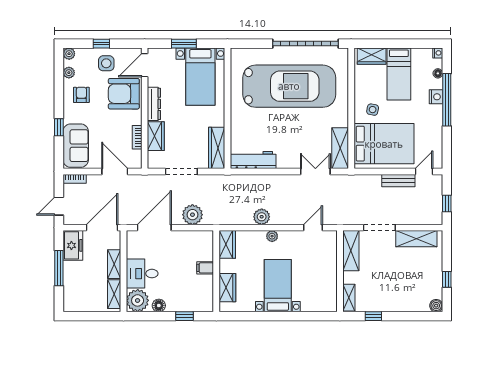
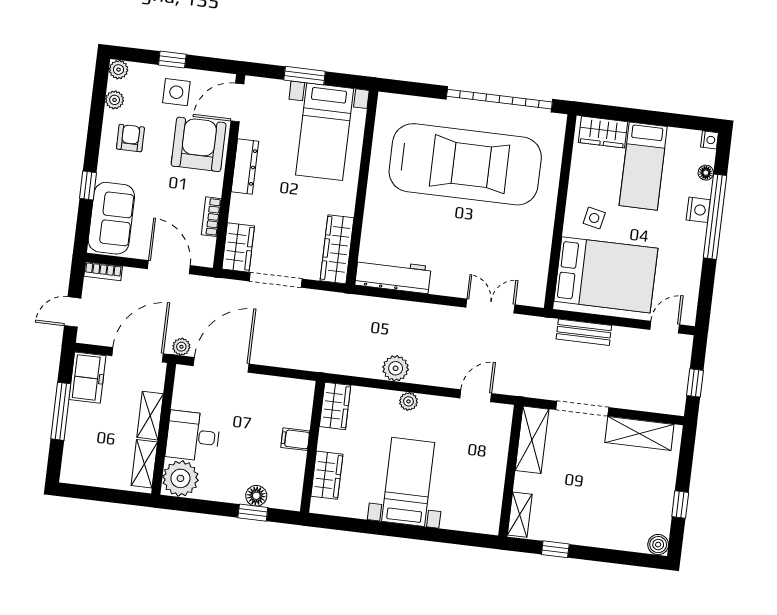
armchair: (124, 94) -> (199, 144), turned 90
wardrobe: (156, 136) -> (238, 247), moved
shelving: (340, 148) -> (535, 274), removed
bench: (398, 181) -> (584, 332), moved
plant: (192, 215) -> (181, 347), moved, width x0.53, depth x0.53
floor lamp: (159, 306) -> (256, 496), moved

